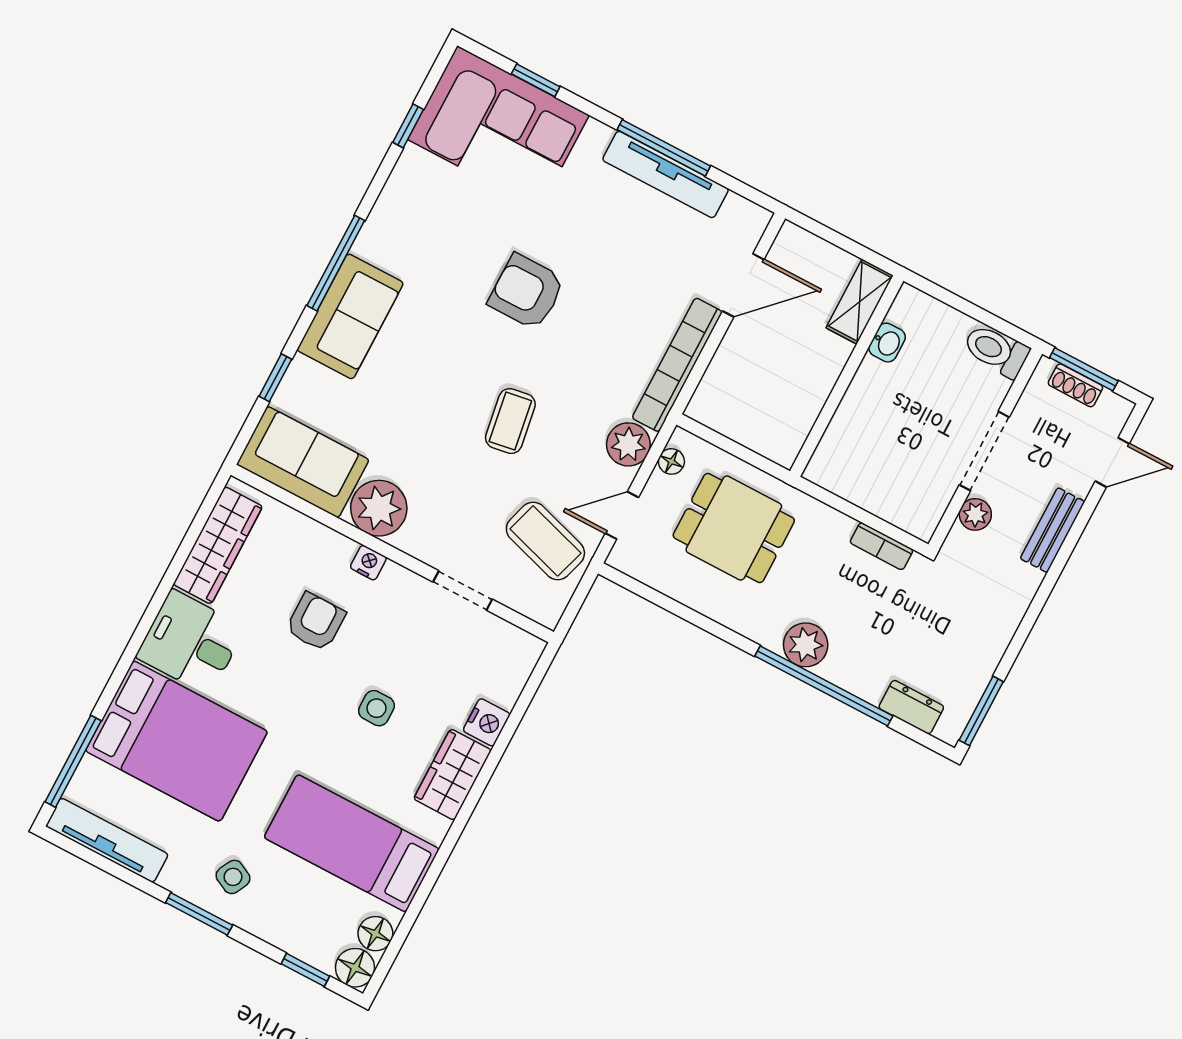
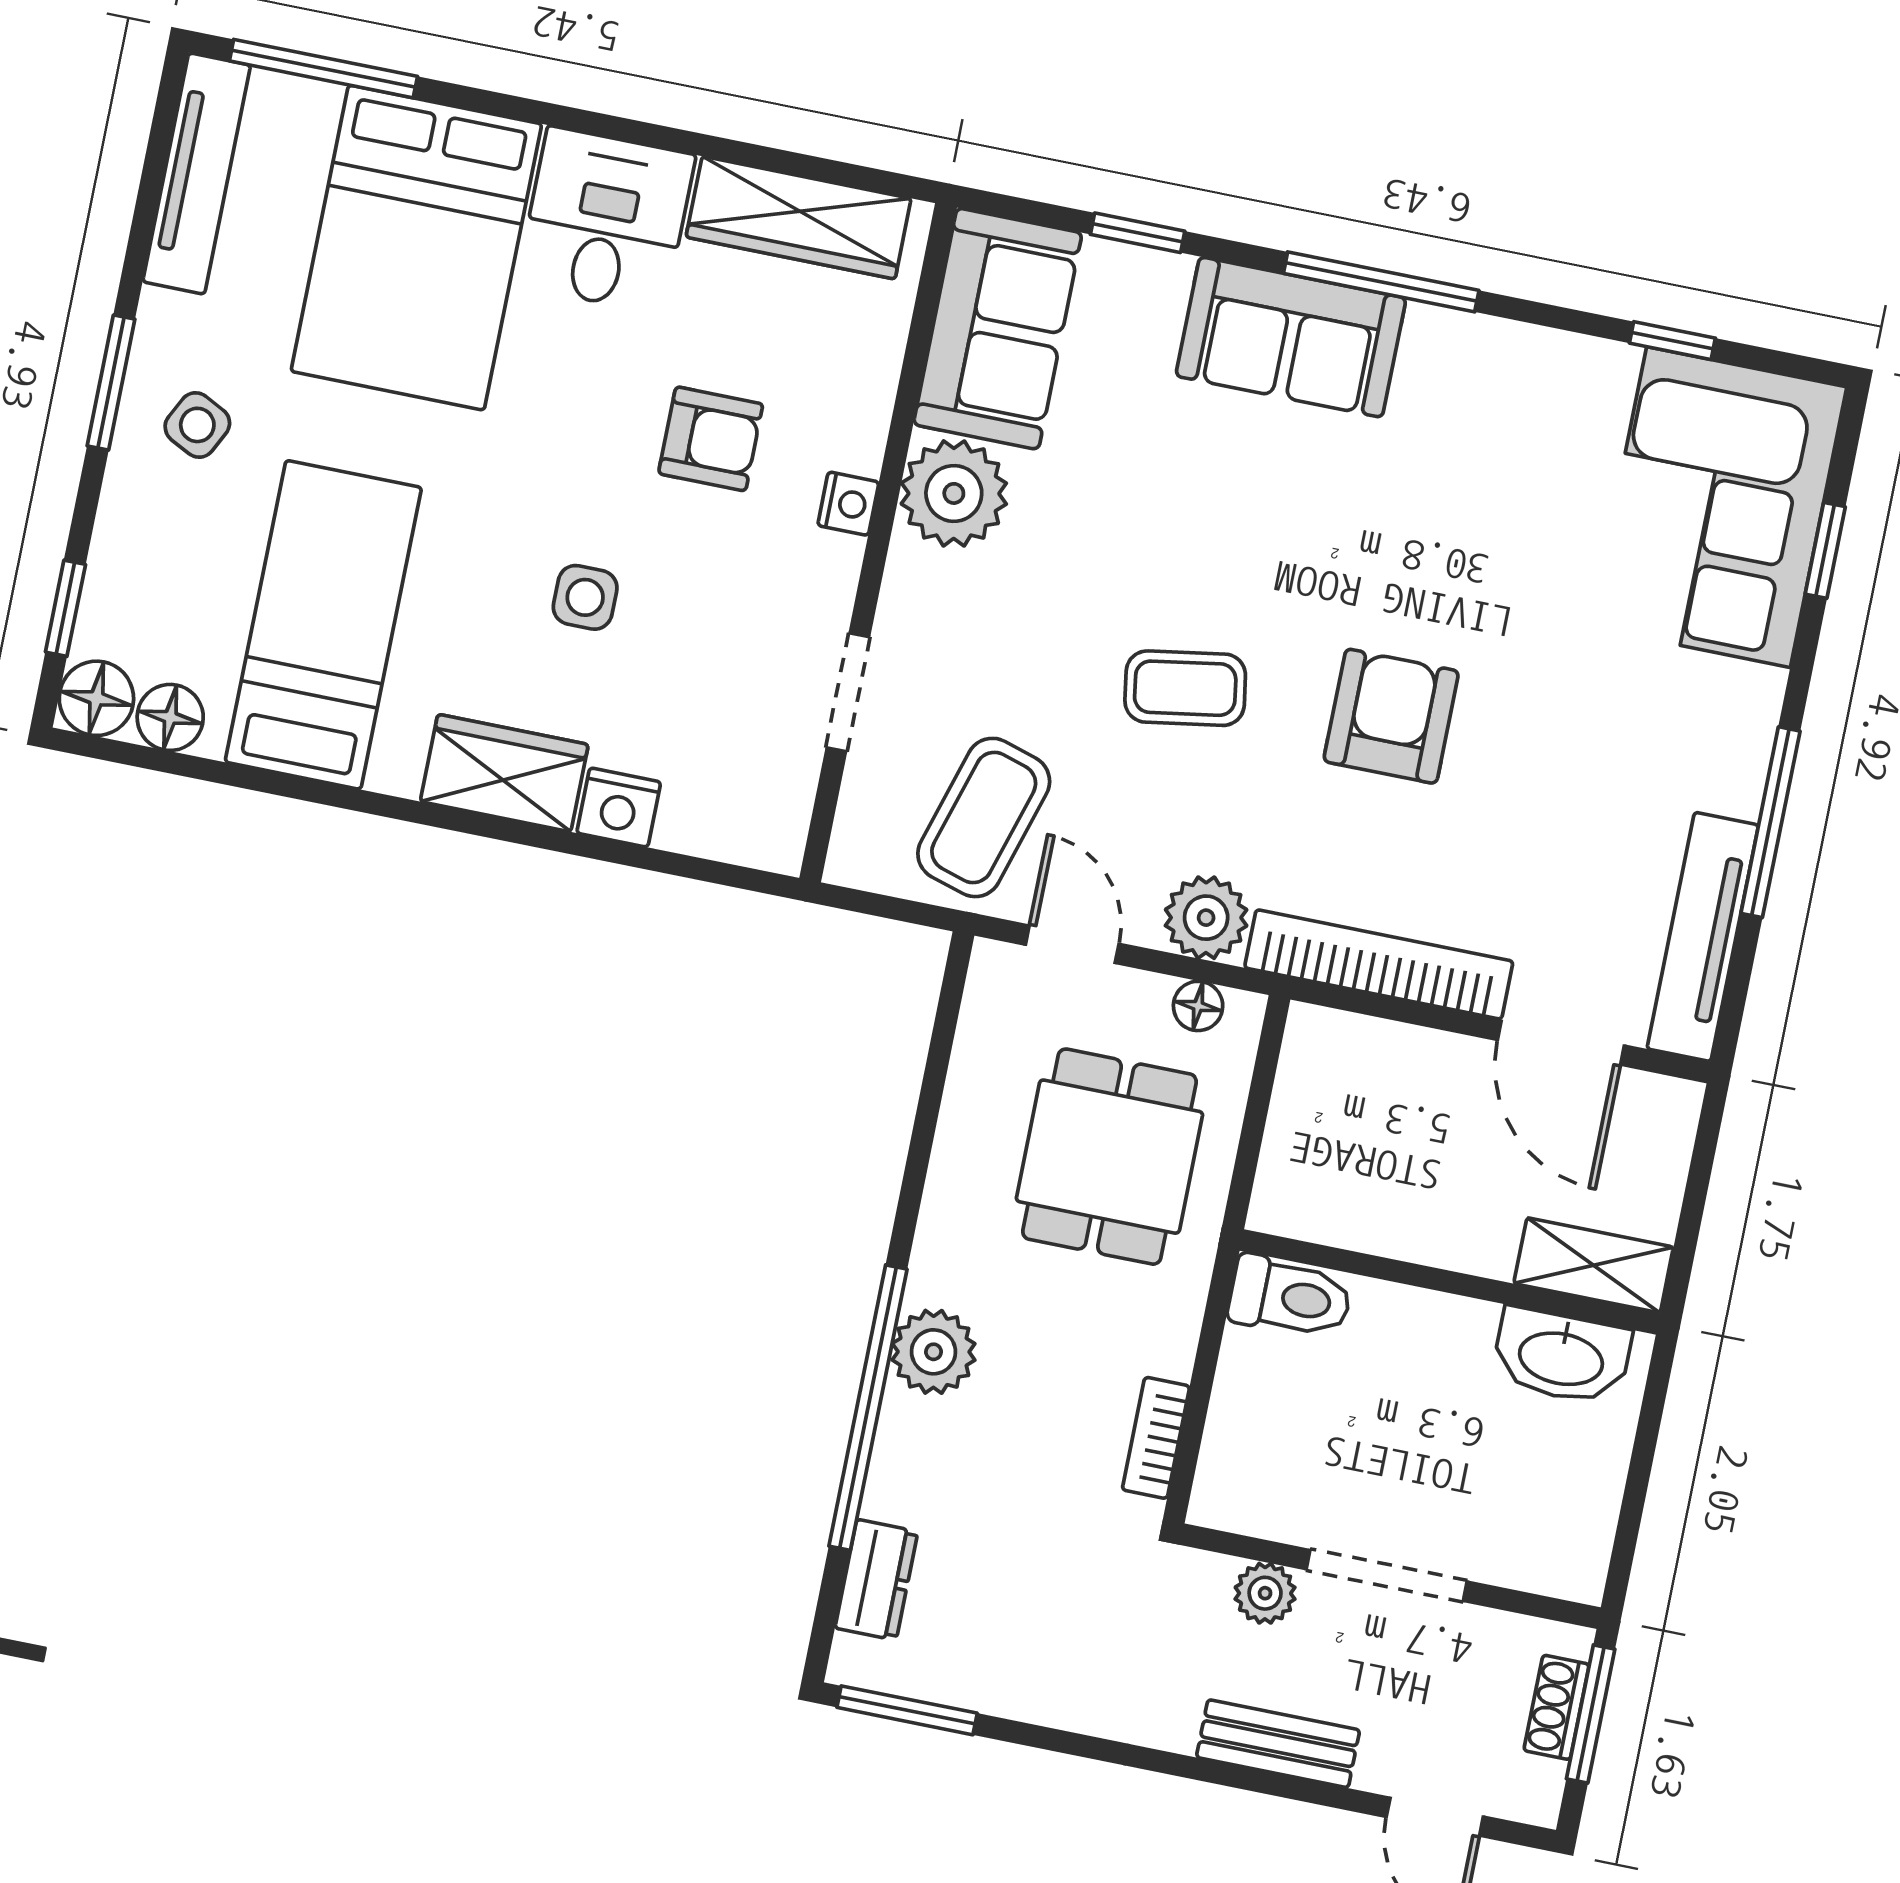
tv unit: (666, 175) -> (1703, 937), moved
armchair: (527, 292) -> (1391, 716), moved
washbasin: (887, 343) -> (1561, 1356), width x1.91, depth x1.45
toilet: (996, 351) -> (1290, 1297), moved, turned 90

